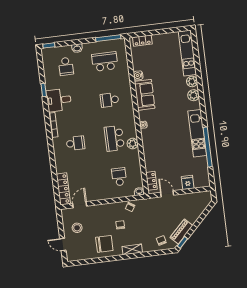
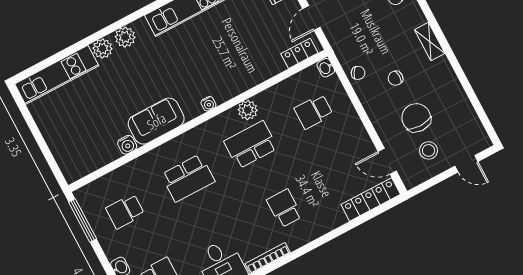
locker: (142, 41) -> (65, 160), removed
school desk: (105, 62) -> (125, 211), width x0.54
school desk: (110, 100) -> (188, 178), width x1.85
school desk: (114, 138) -> (251, 145), turned 180
door: (63, 244) -> (466, 164), hinge flipped
chair: (104, 244) -> (416, 118), moved

